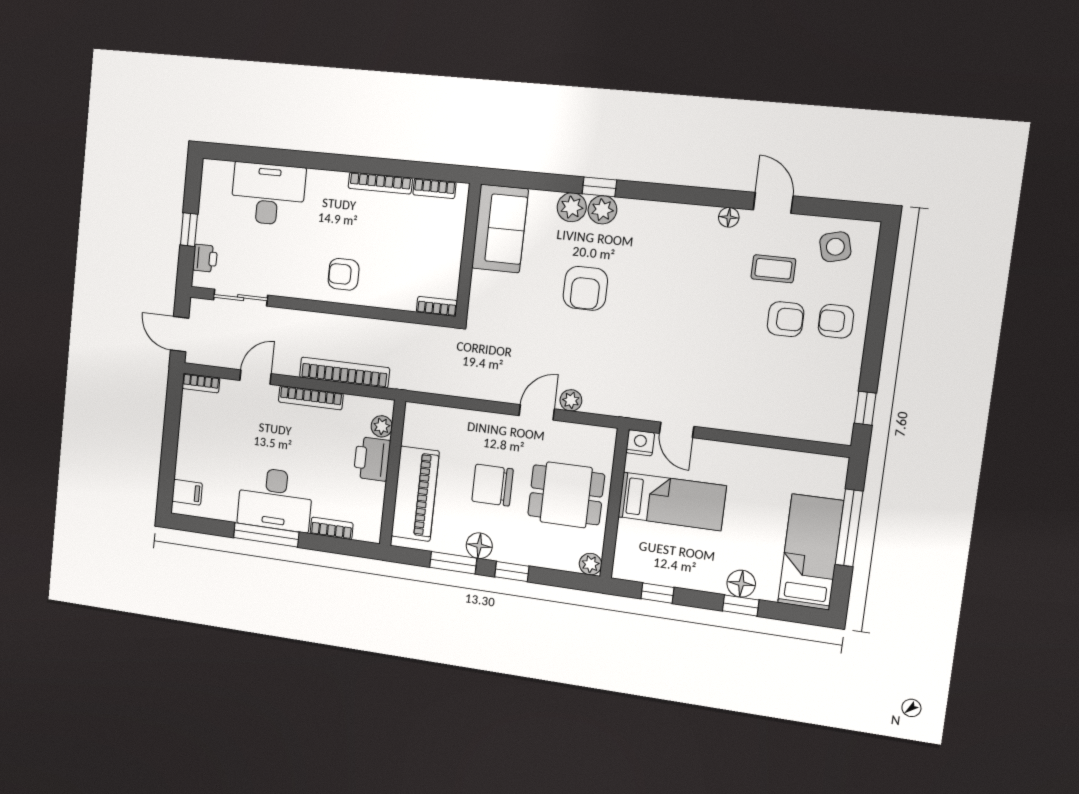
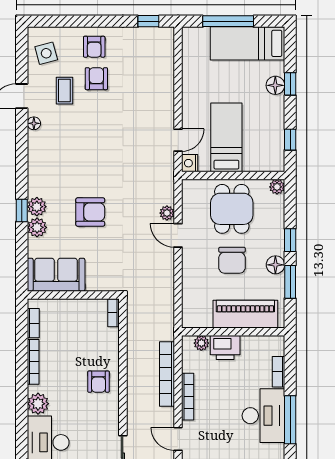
plant: (322, 185) -> (38, 404), added

